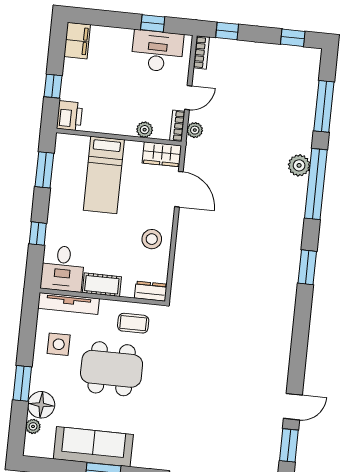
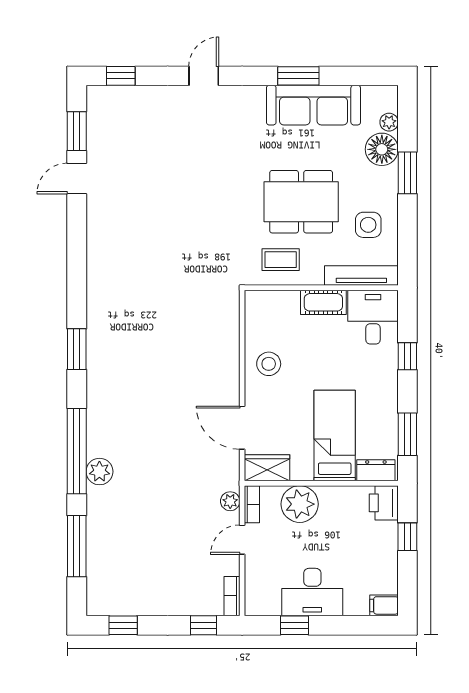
filing cabinet: (77, 41) -> (384, 605), width x0.50
desk: (157, 51) -> (312, 592), moved
plant: (145, 130) -> (300, 504), width x1.88, depth x1.88
dresser: (151, 291) -> (376, 470), moved, turned 180

